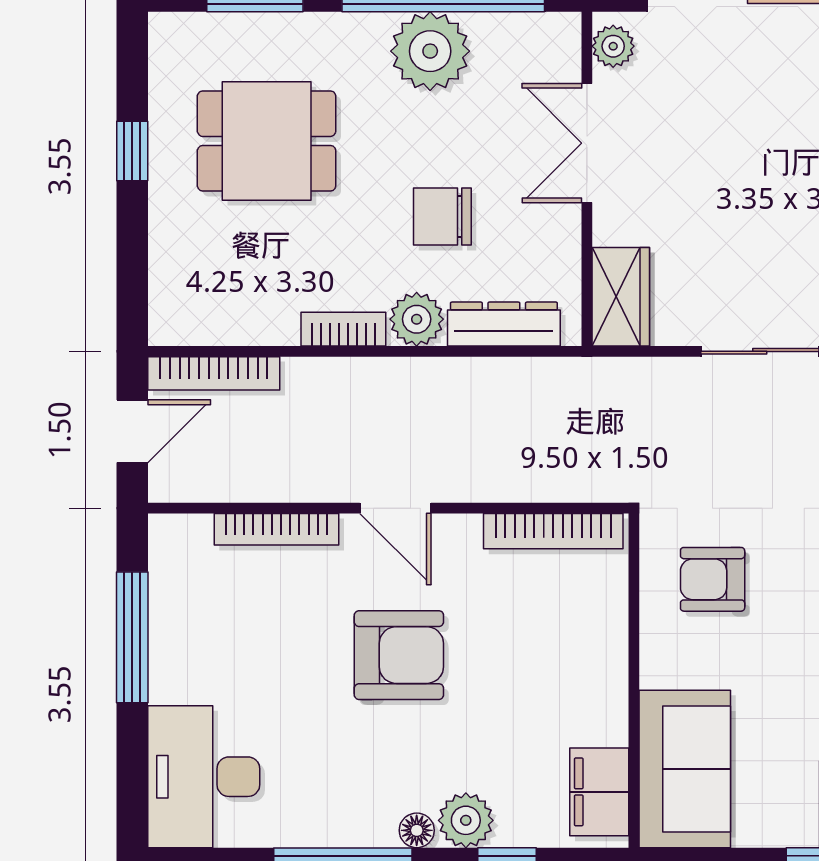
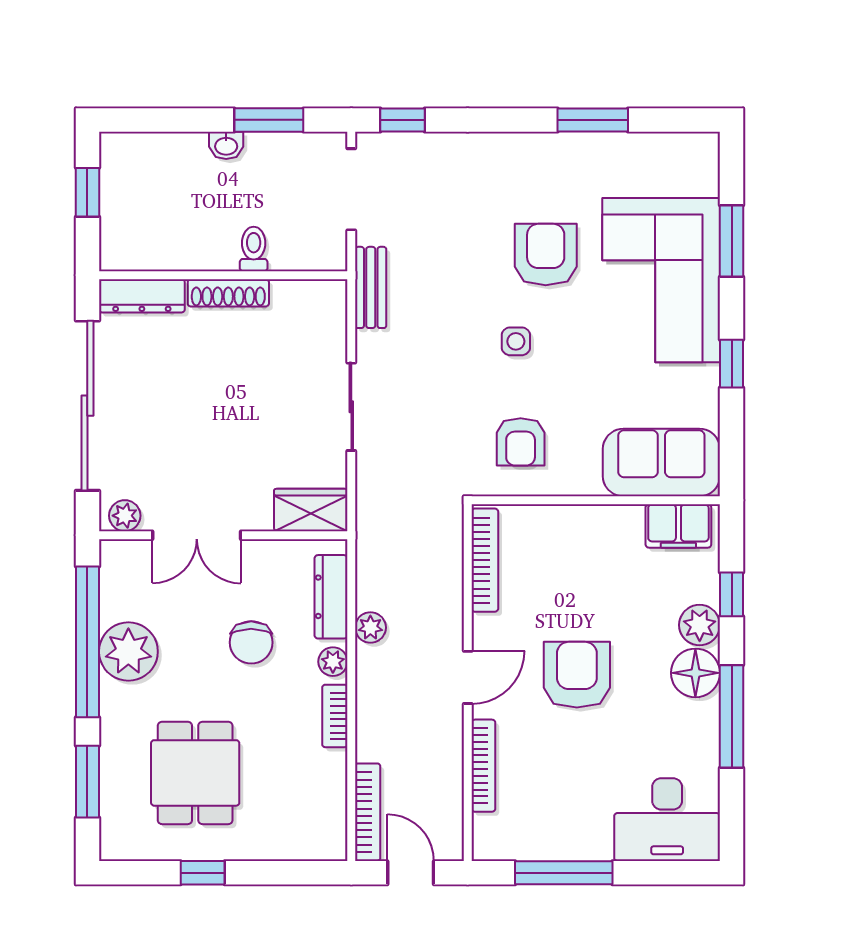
plant: (417, 319) -> (333, 662), width x0.73, depth x0.73
plant: (462, 377) -> (370, 628), added
floor lamp: (417, 830) -> (695, 673), width x1.89, depth x1.89

